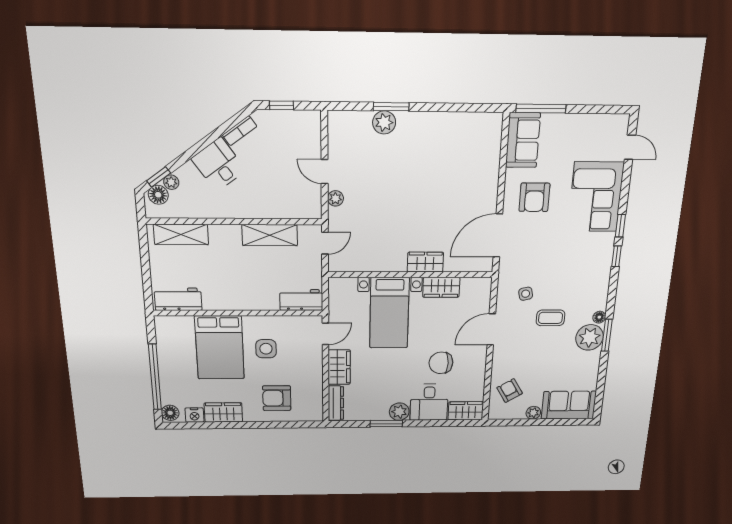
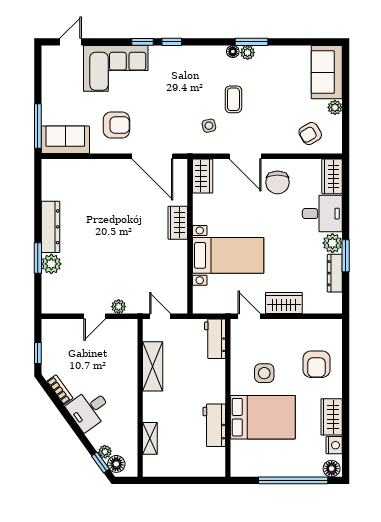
dresser: (426, 122) -> (50, 227), added
shelving: (181, 234) -> (150, 438), width x0.67, depth x0.75
wardrobe: (441, 287) -> (203, 176), moved
workbench: (178, 299) -> (214, 425), moved
plant: (590, 337) -> (248, 53), width x0.53, depth x0.53
chair: (441, 363) -> (277, 182), moved
dresser: (336, 403) -> (335, 273), moved, turned -90

